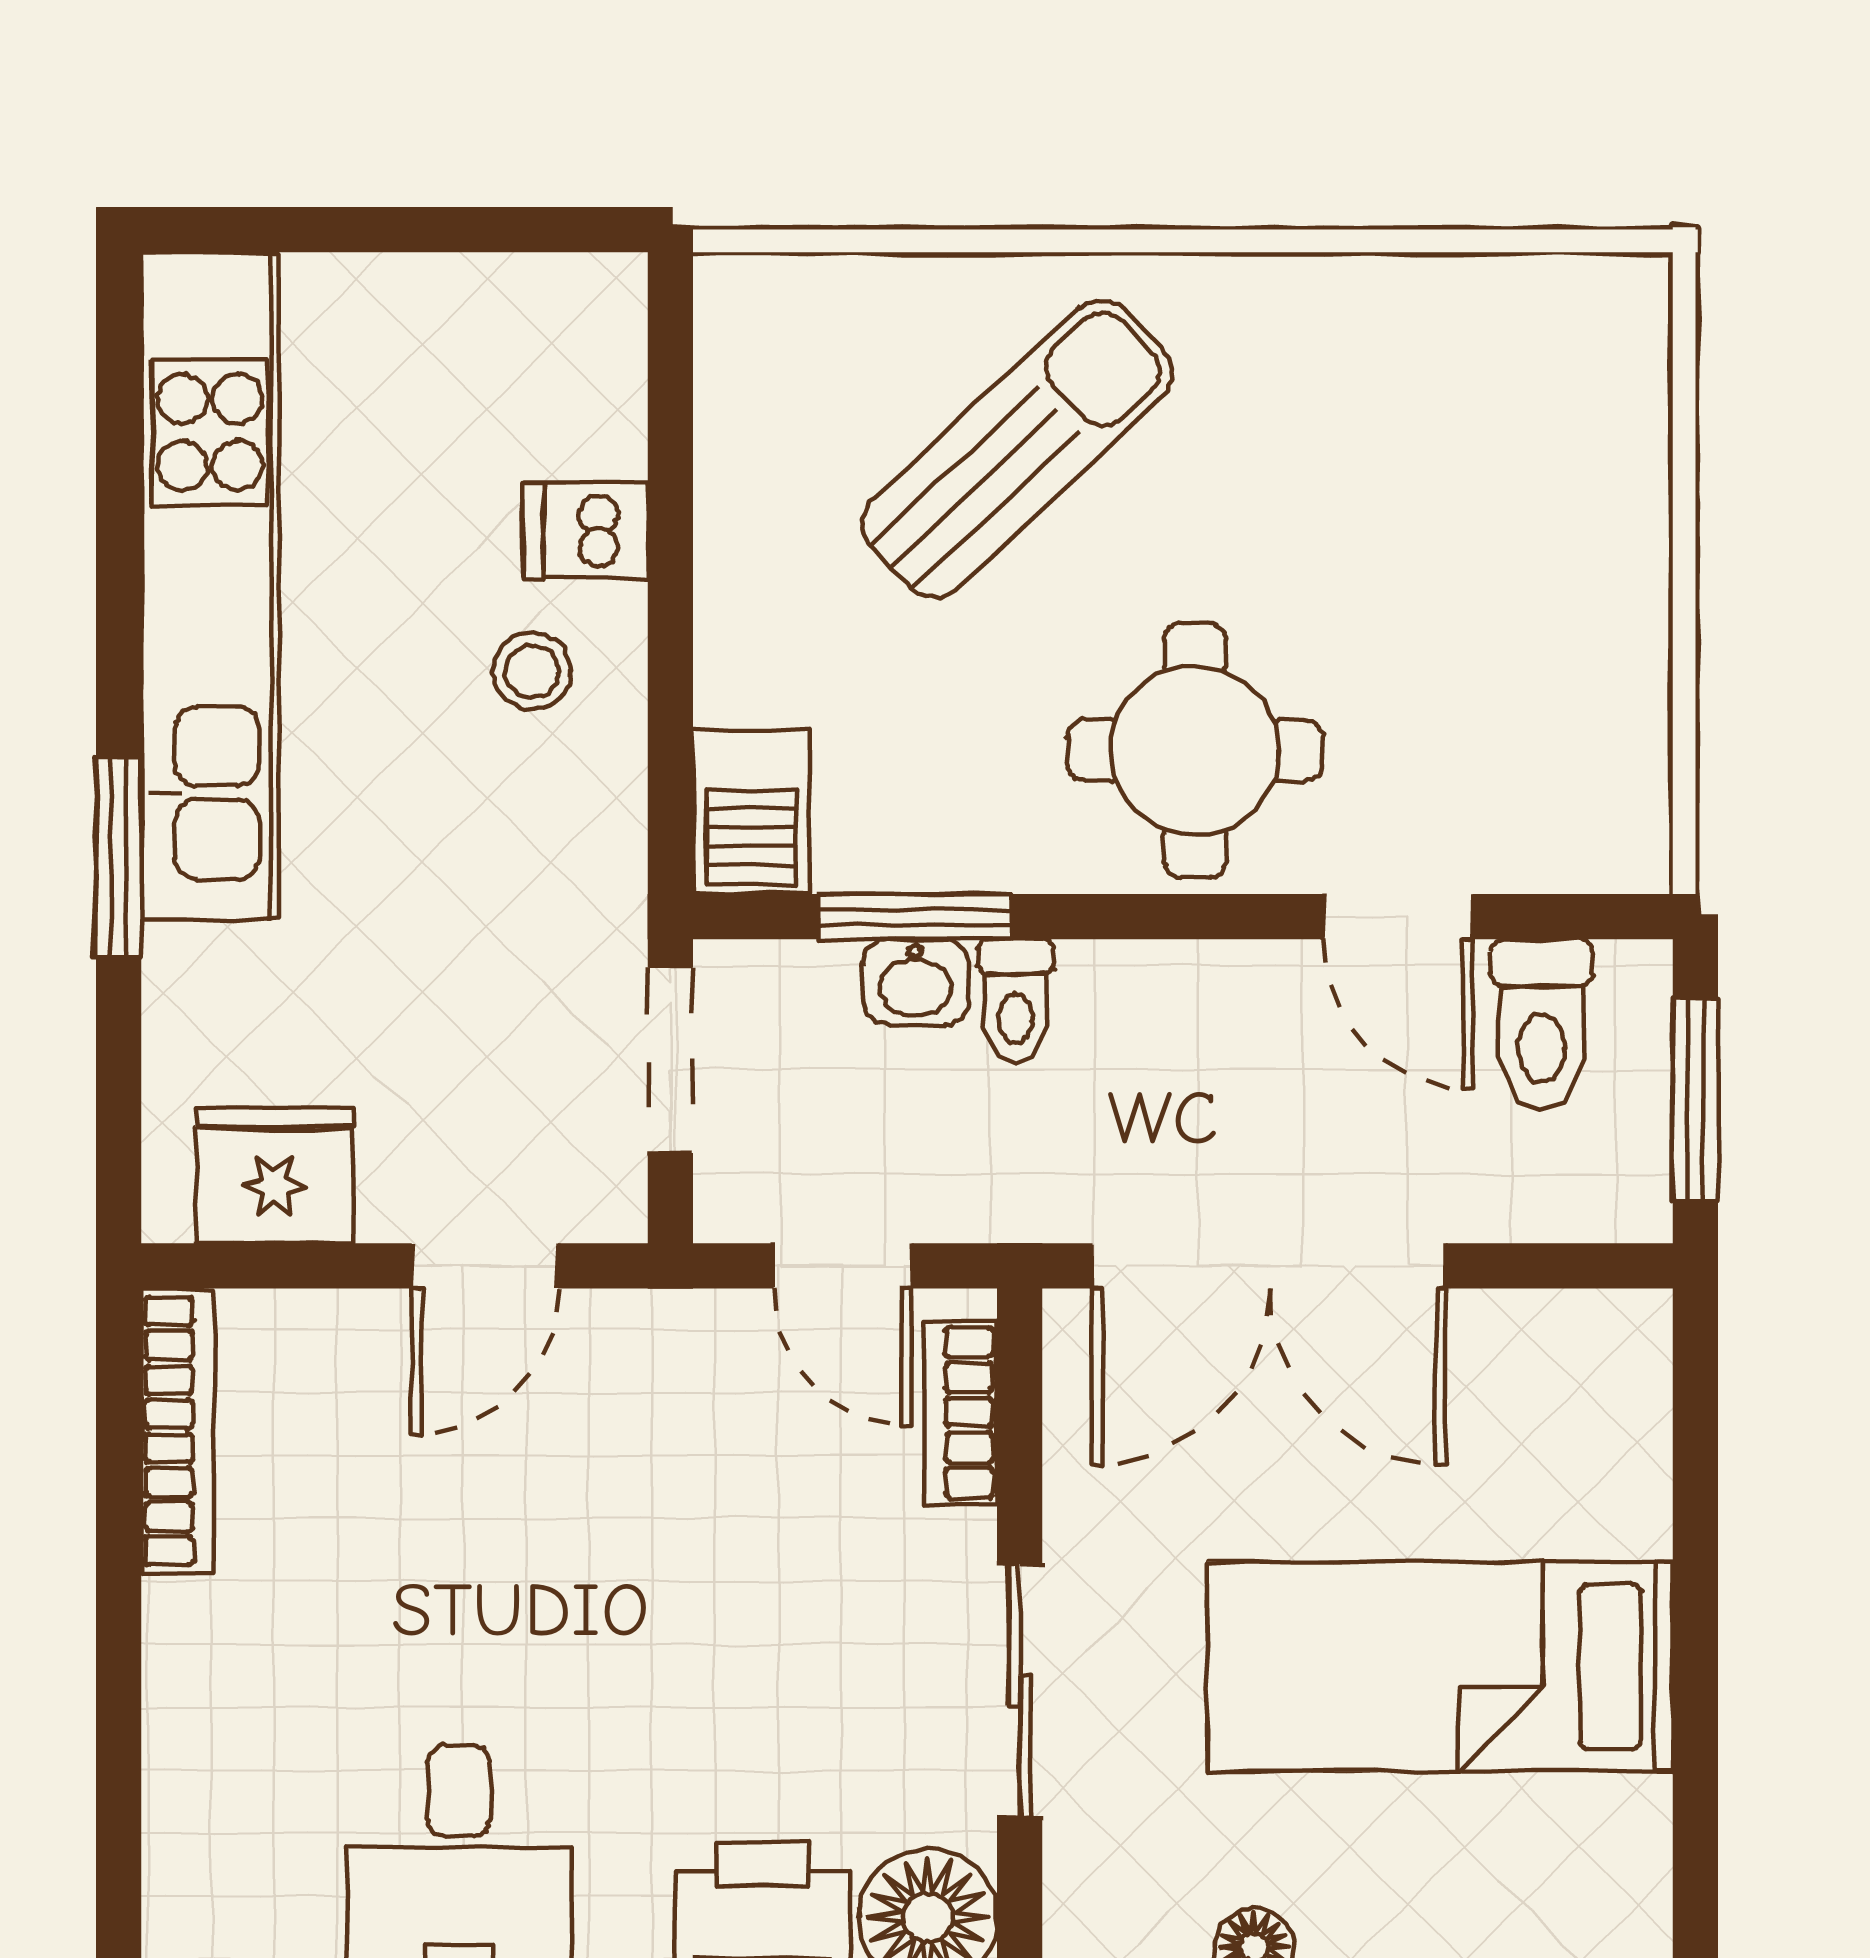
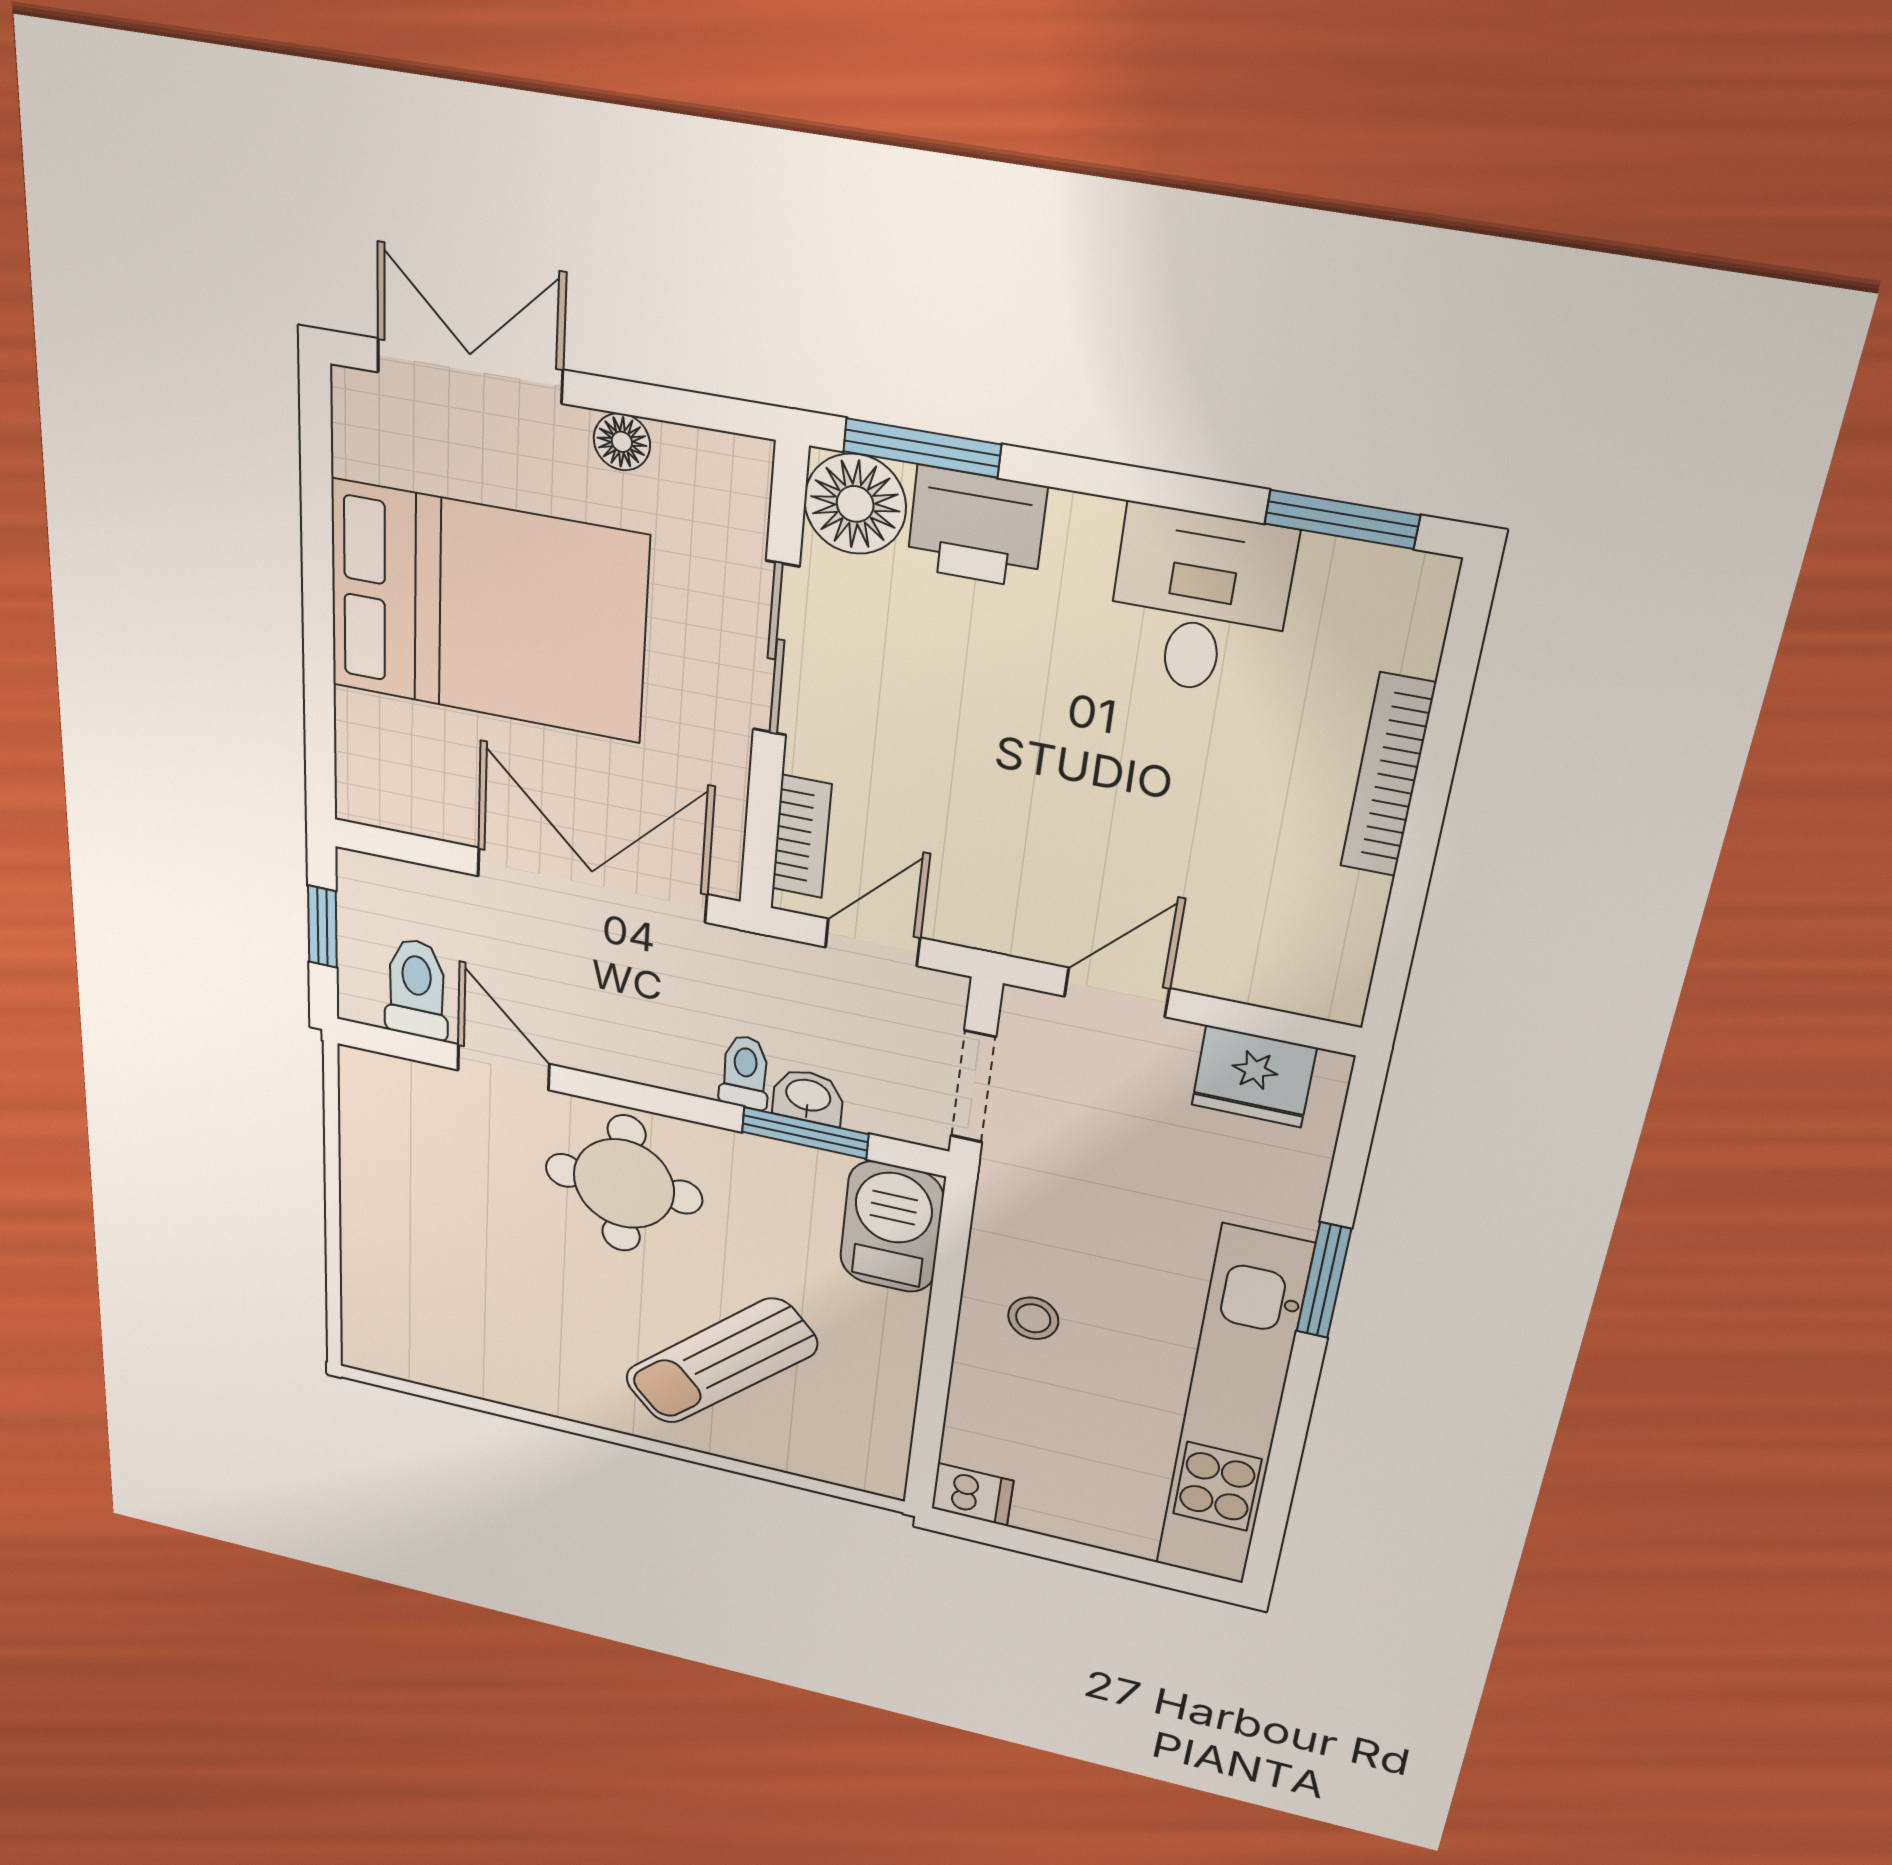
dishwasher: (586, 530) -> (972, 1495), moved
barbecue: (751, 812) -> (892, 1227), width x1.38, depth x1.27
window: (1695, 1099) -> (322, 927), width x0.67
door: (843, 1266) -> (873, 942), hinge flipped
bookcase: (178, 1431) -> (1388, 776), moved
bed: (1440, 1666) -> (487, 612), width x1.50

